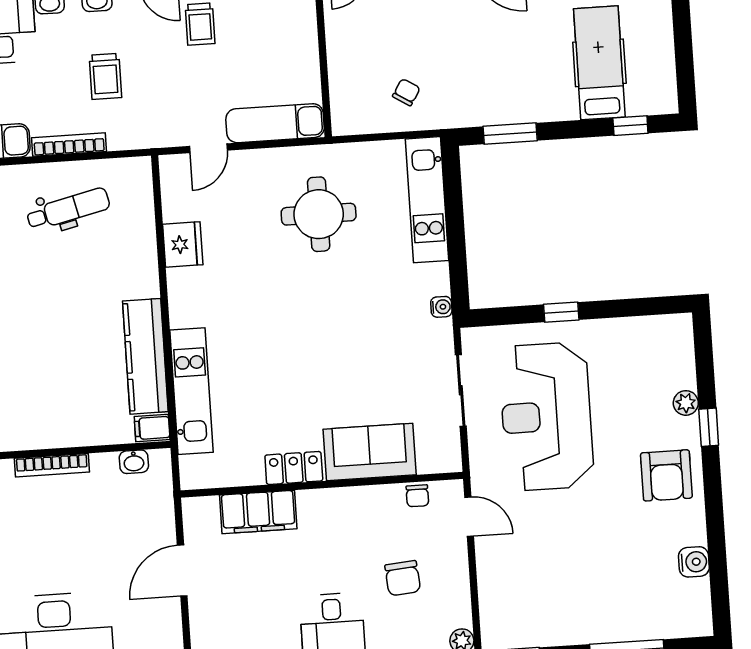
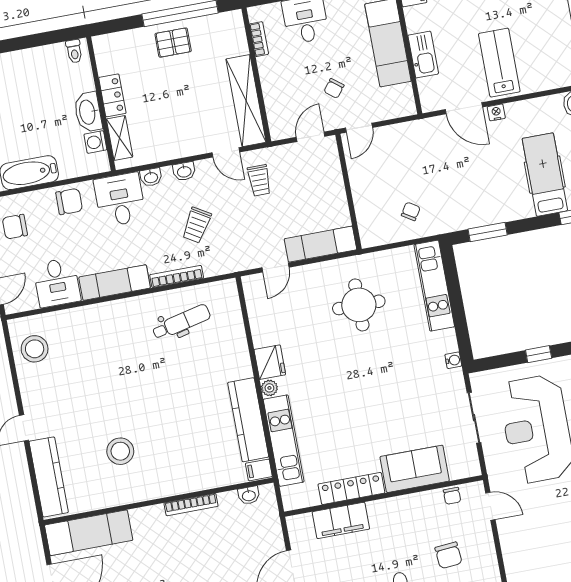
trolley: (105, 76) -> (197, 225), turned 31
fridge: (183, 244) -> (270, 362), moved
plant: (180, 315) -> (269, 388), added
locker: (294, 468) -> (351, 488), width x1.53

